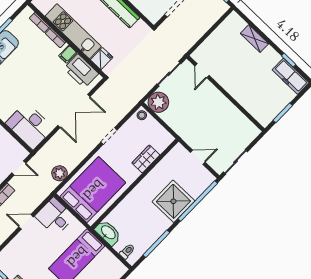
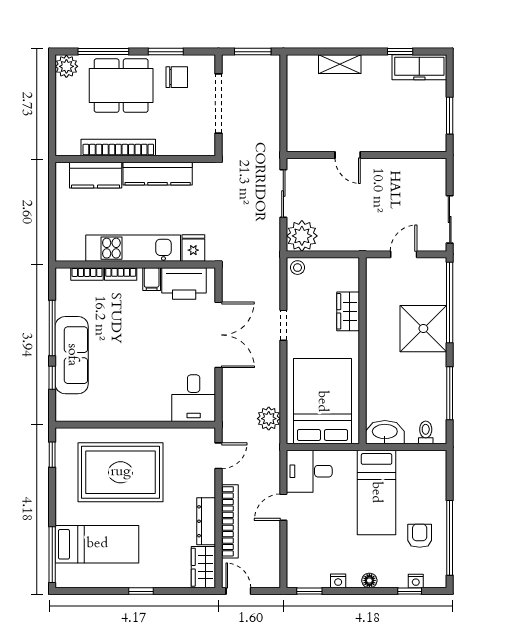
door: (202, 71) -> (348, 155), moved
desk: (30, 126) -> (194, 398), width x0.73

